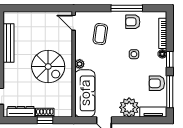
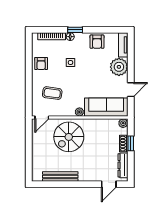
window: (127, 8) -> (29, 69), removed
spiral stairs: (48, 67) -> (69, 137), moved, turned 180
window: (170, 92) -> (105, 30), removed
plant: (67, 112) -> (123, 123), added

